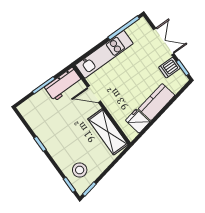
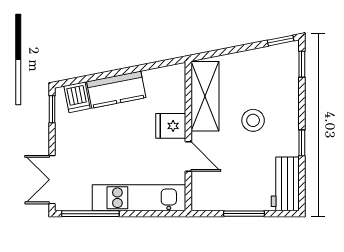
double door: (164, 42) -> (52, 180), moved
dishwasher: (169, 68) -> (77, 97), moved, turned 79
workbench: (63, 84) -> (285, 184), moved, turned -90
fridge: (138, 121) -> (171, 126), moved, turned 101
stool: (80, 170) -> (253, 120), moved

